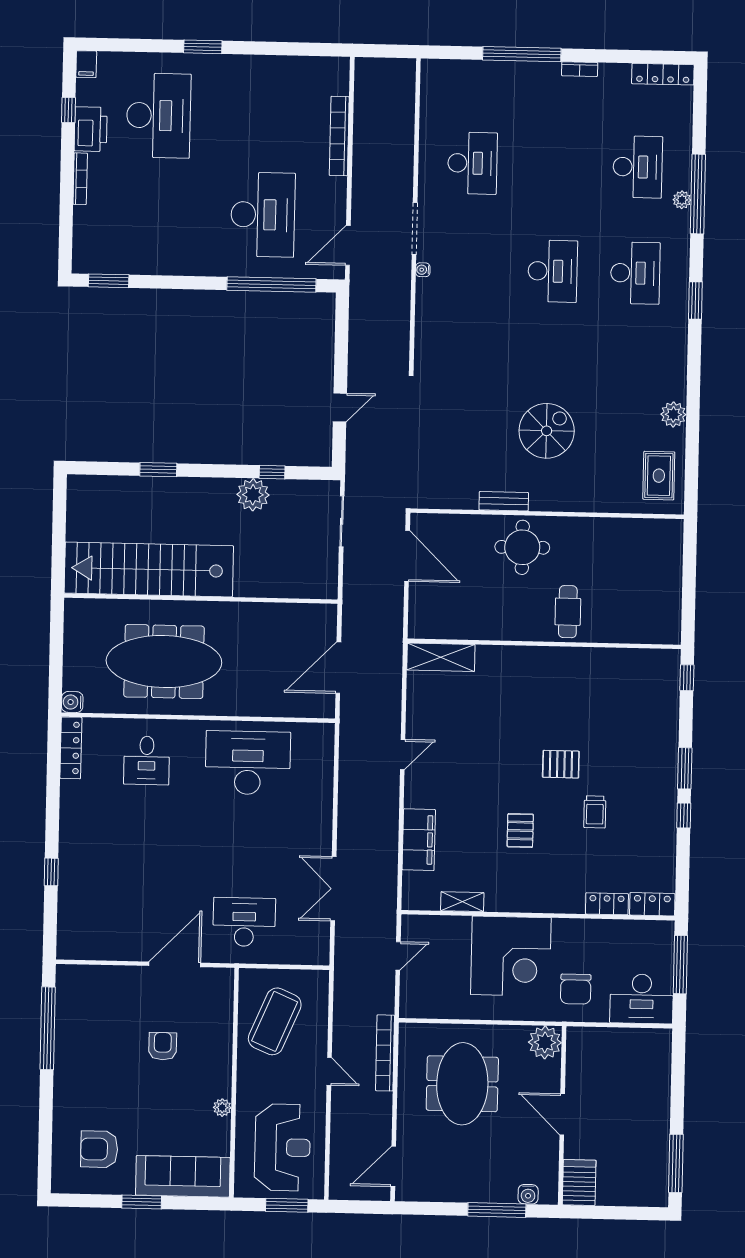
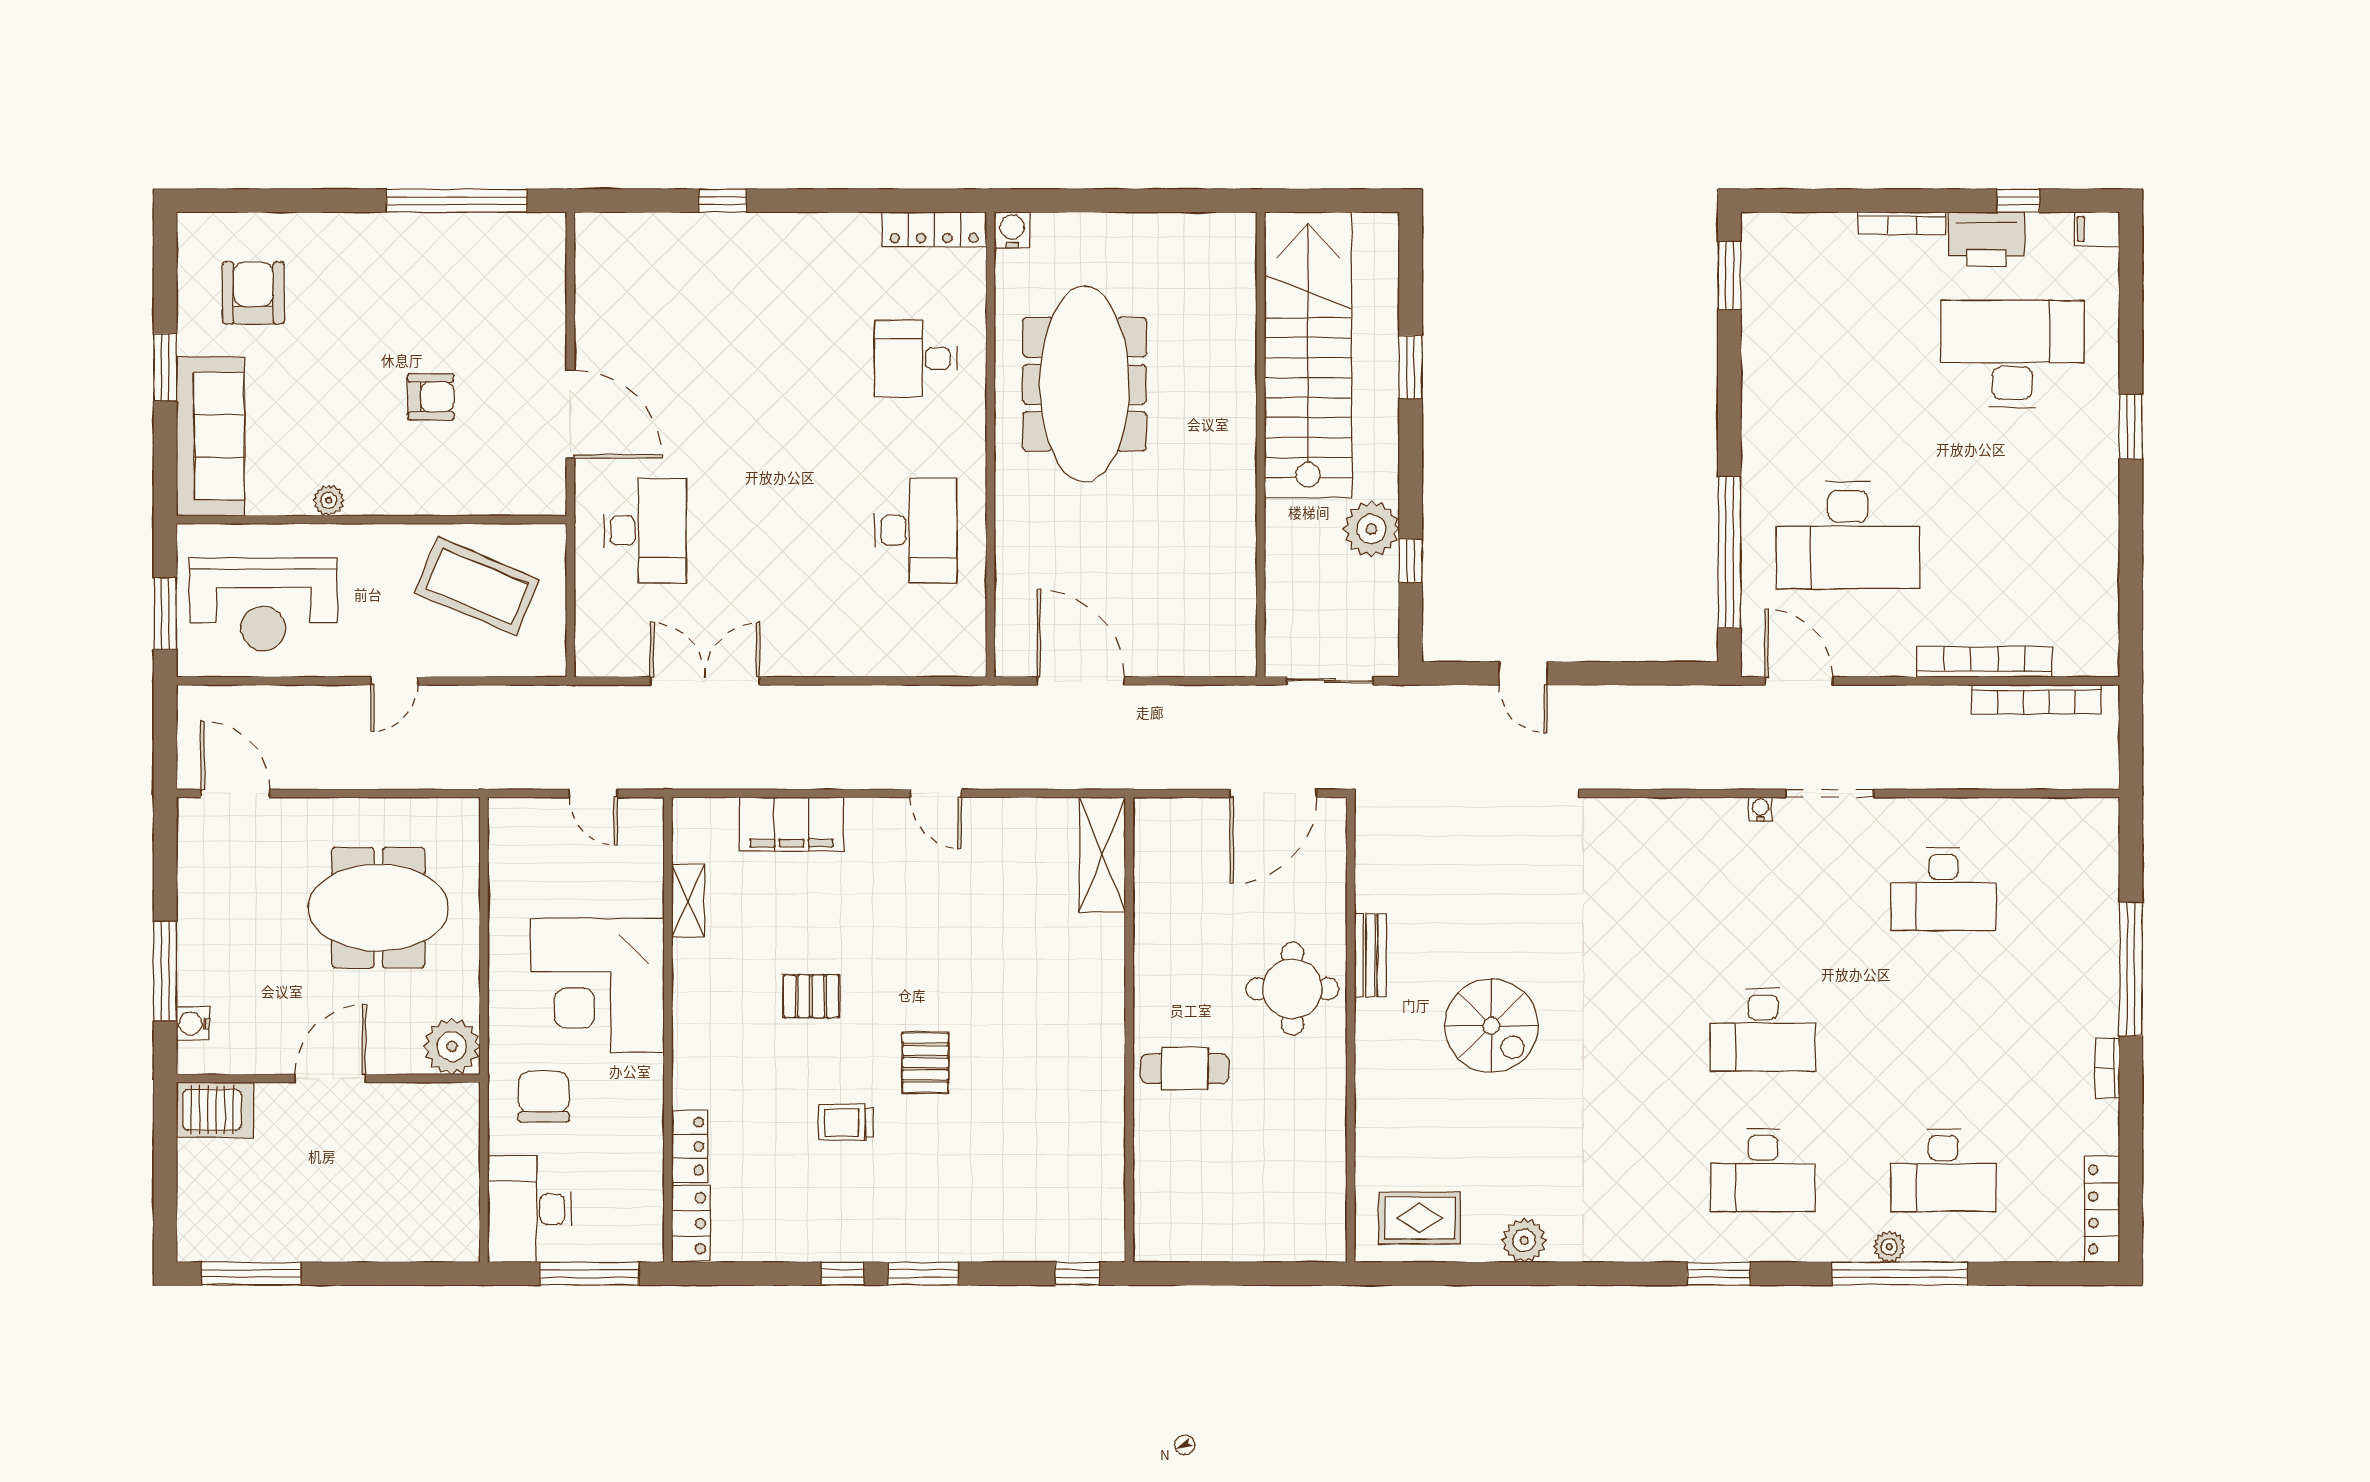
desk: (159, 115) -> (2012, 354), turned 180
stairs: (149, 569) -> (1308, 355), moved
wall: (201, 599) -> (1261, 445), moved
desk: (248, 763) -> (916, 531), width x0.73, depth x0.77
chair: (576, 989) -> (544, 1097), turned 90
bookcase: (385, 1053) -> (2036, 699), moved, turned 180

